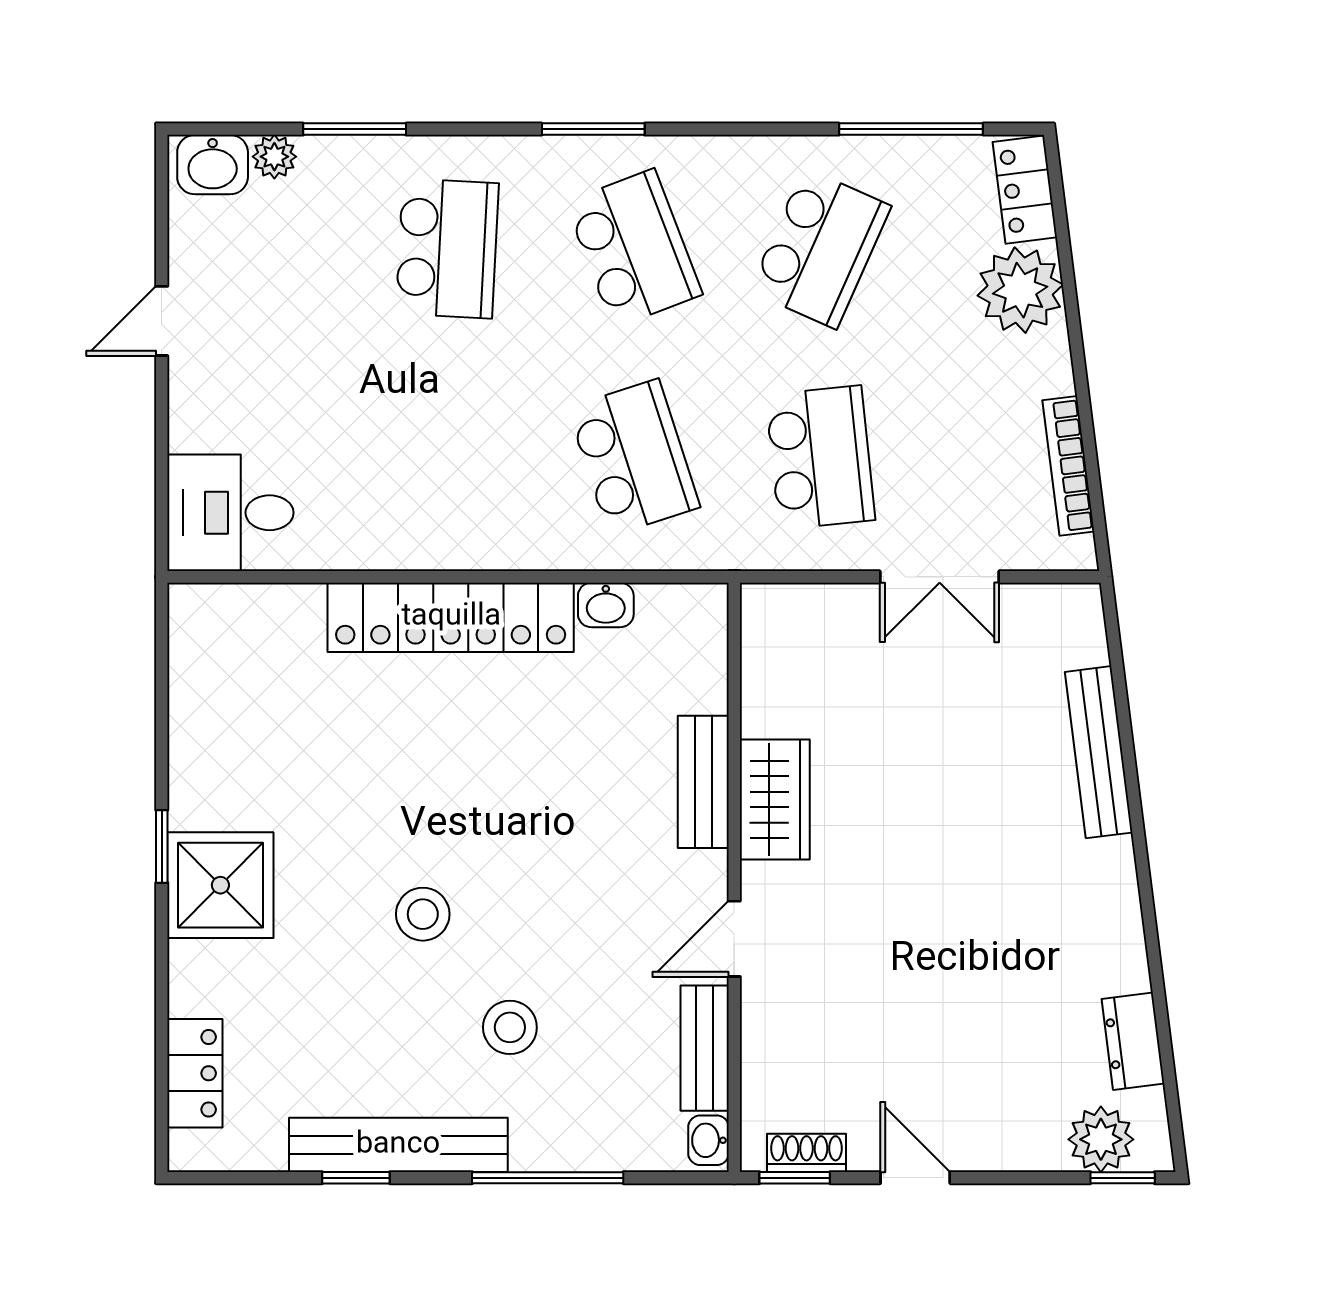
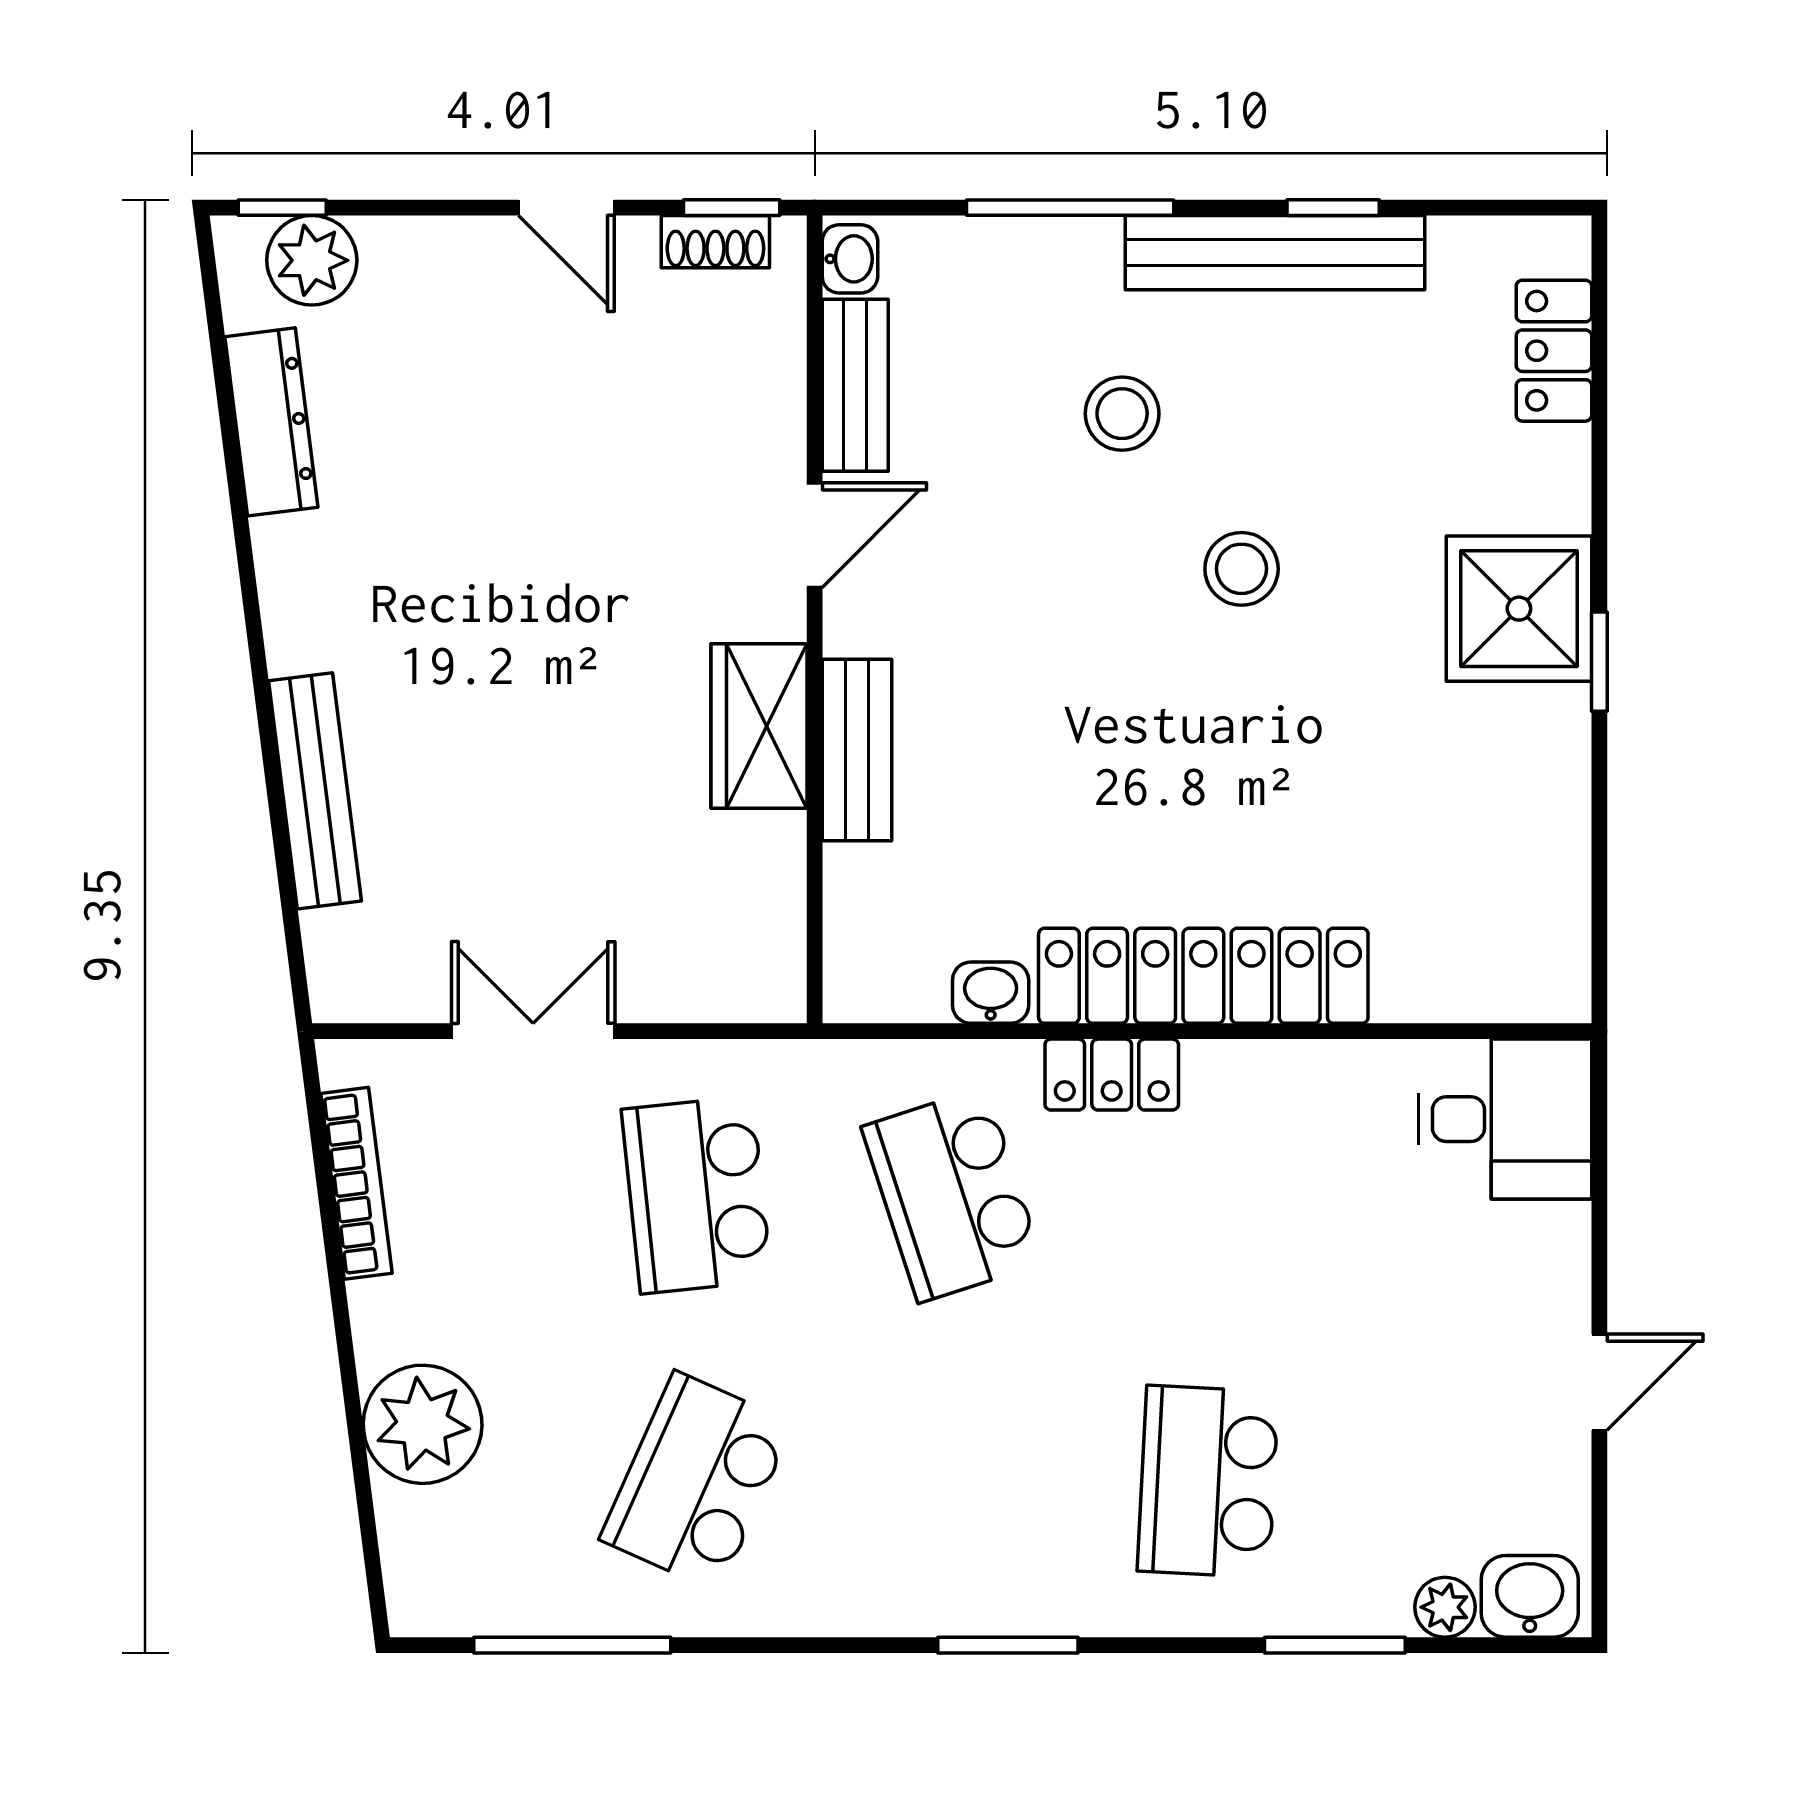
locker: (1025, 190) -> (1112, 1075), moved, turned 97
school desk: (634, 248) -> (952, 1481), removed
dresser: (1133, 1041) -> (271, 422), width x1.44

